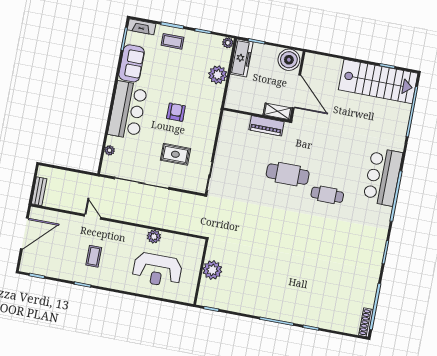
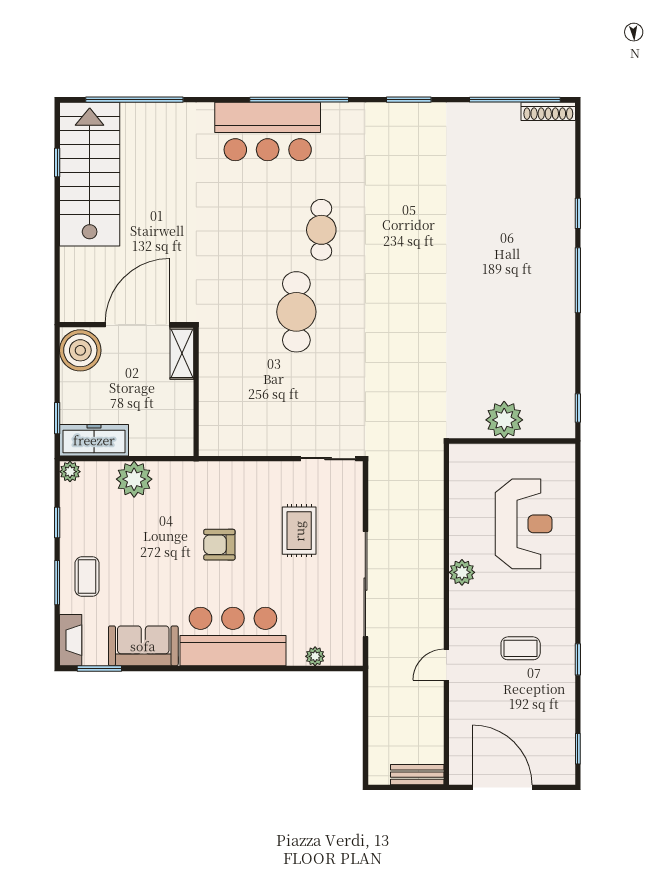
piano: (266, 126) -> (213, 369), removed
plant: (154, 237) -> (462, 572), moved

